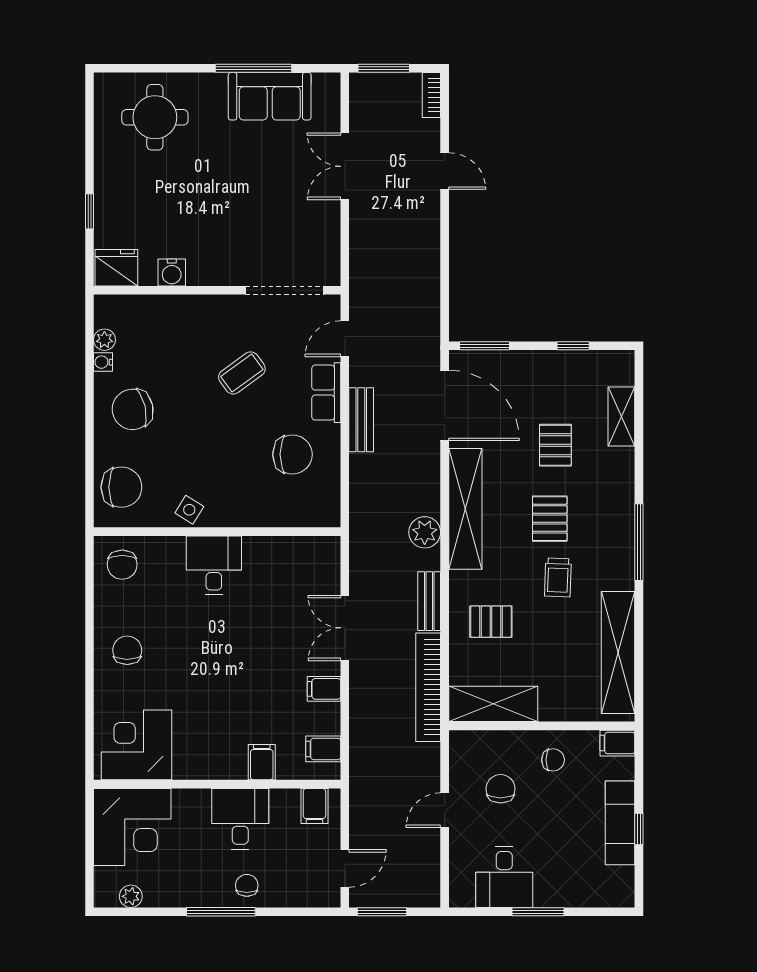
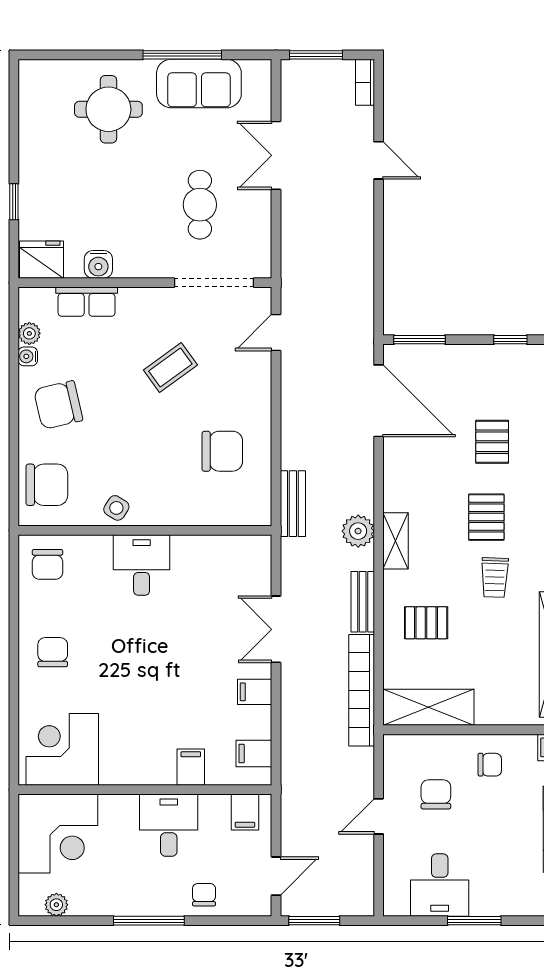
round table: (155, 117) -> (108, 109), moved
cafe table: (271, 214) -> (200, 205), added
row of seats: (326, 393) -> (87, 302), moved, turned -90
bench: (361, 420) -> (293, 504), moved
shelving: (465, 509) -> (396, 541), width x0.45, depth x0.75
chair: (247, 885) -> (204, 895), moved

